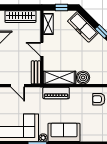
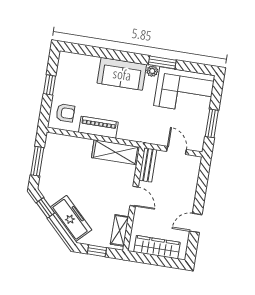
boiler: (83, 77) -> (82, 147), removed
piano: (56, 93) -> (98, 127), moved

